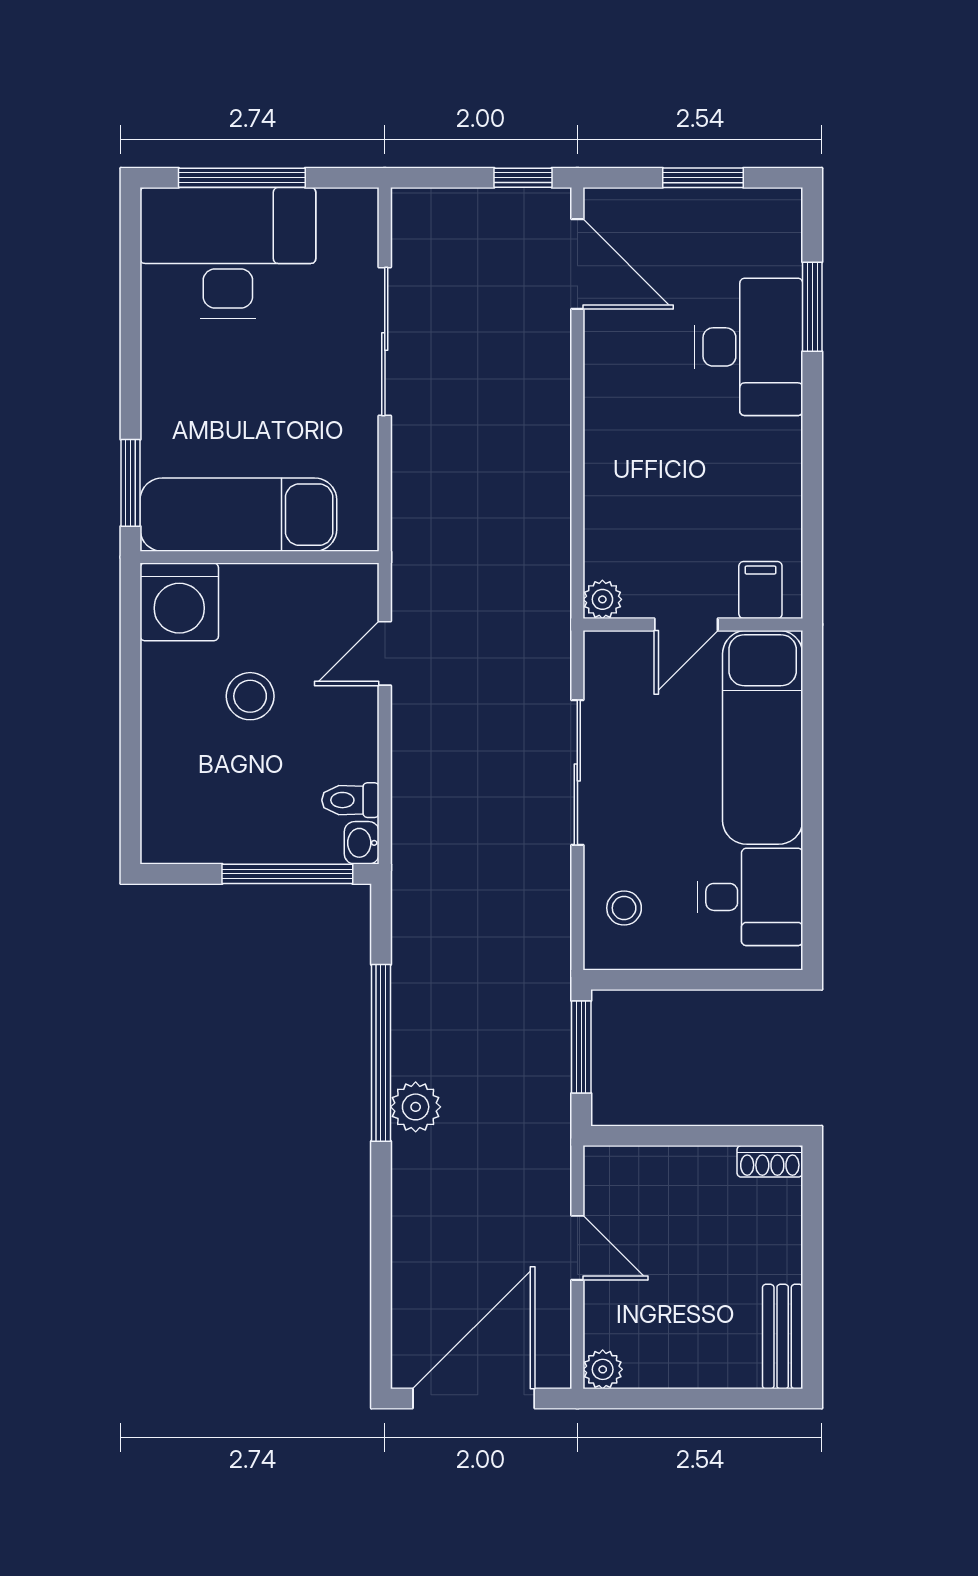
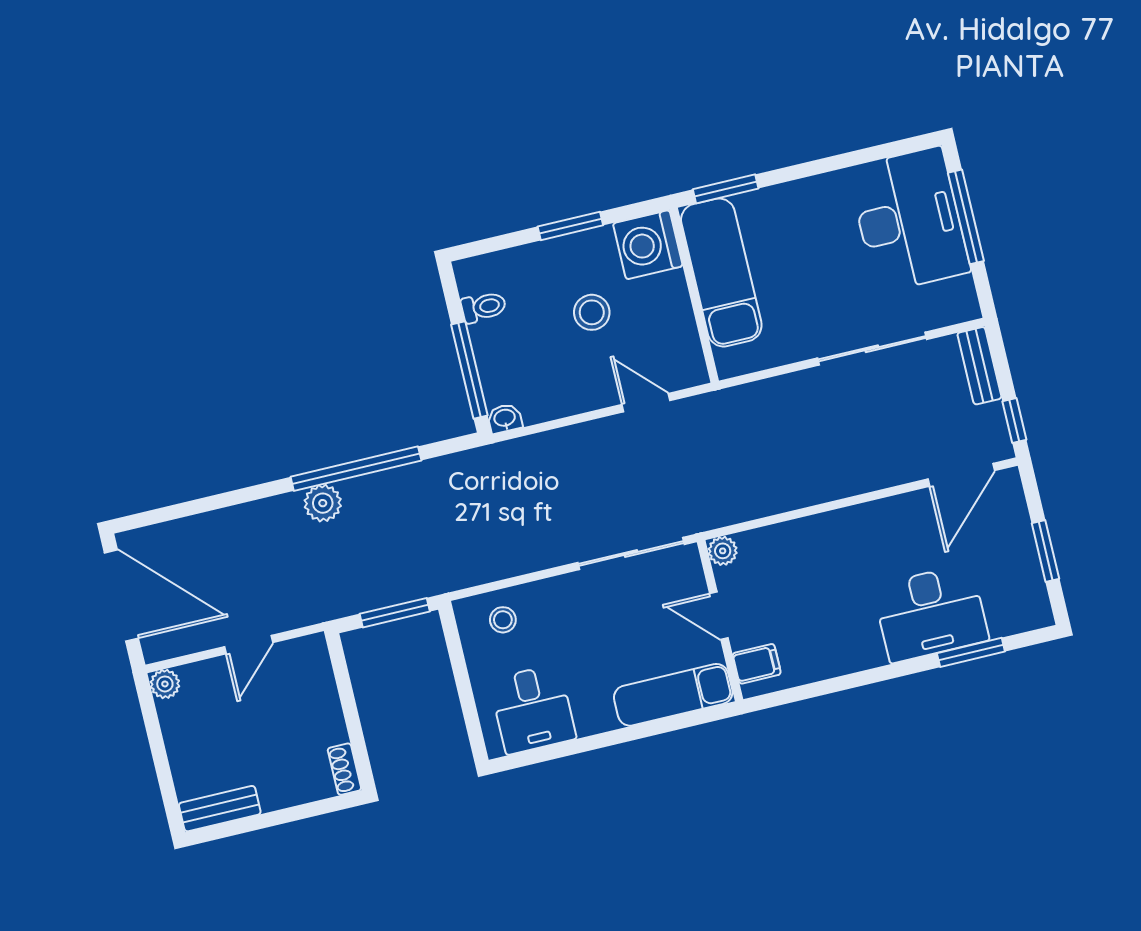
bench: (440, 206) -> (979, 366), added
window: (131, 697) -> (570, 226), added
exam couch: (763, 737) -> (673, 695), width x0.73, depth x0.69
sliding door: (577, 772) -> (631, 553), moved
toilet: (350, 800) -> (484, 307), moved, turned 90

